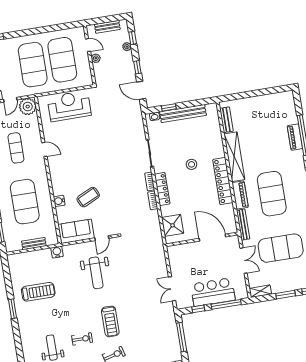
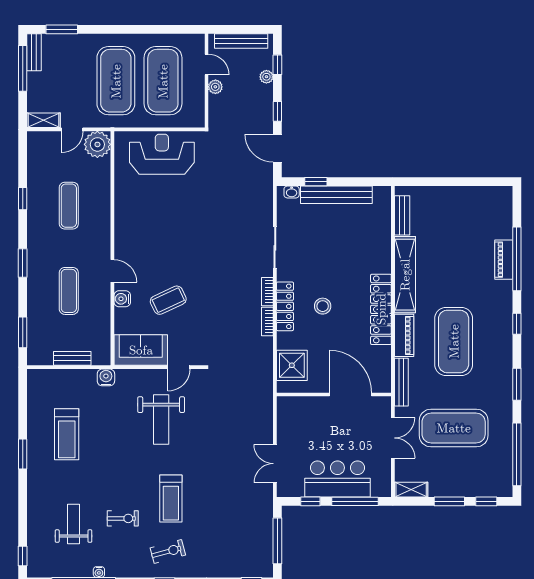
bench: (107, 27) -> (241, 41), width x1.36
door: (44, 149) -> (112, 271), moved
stool: (192, 164) -> (323, 306), moved
exercise mat: (25, 202) -> (69, 291), width x0.50, depth x0.69
treadmill: (38, 292) -> (67, 434), turned 90

